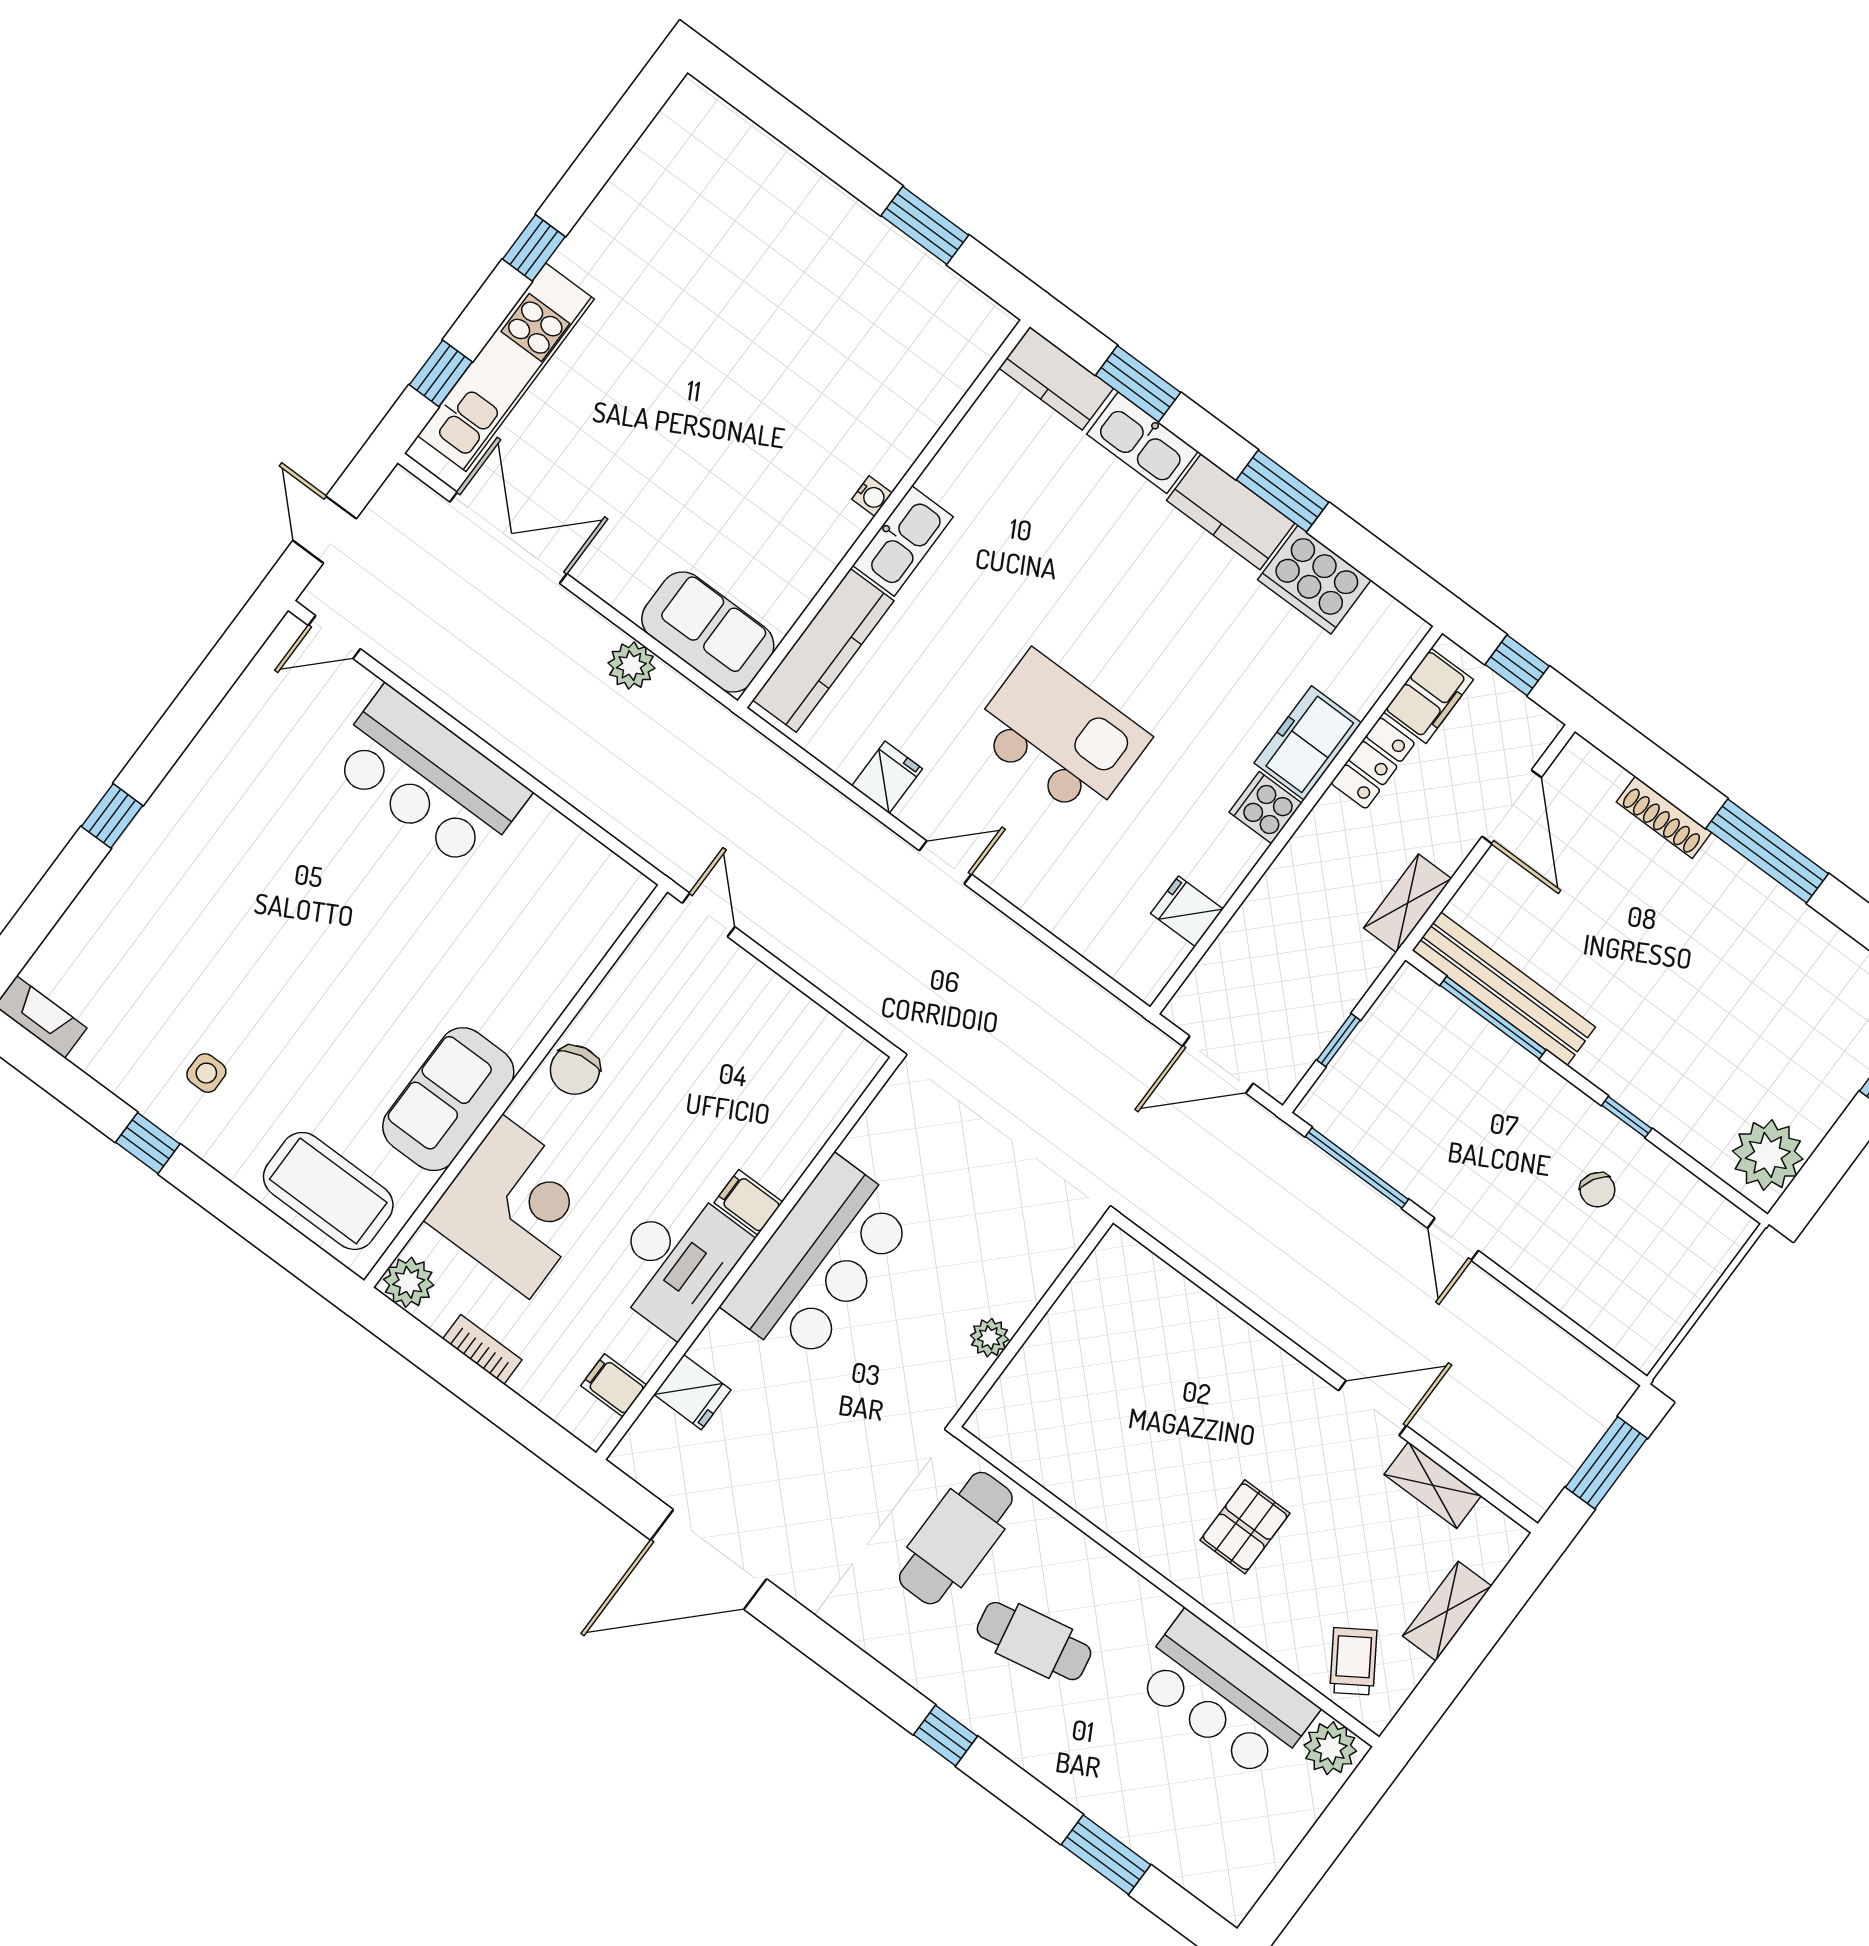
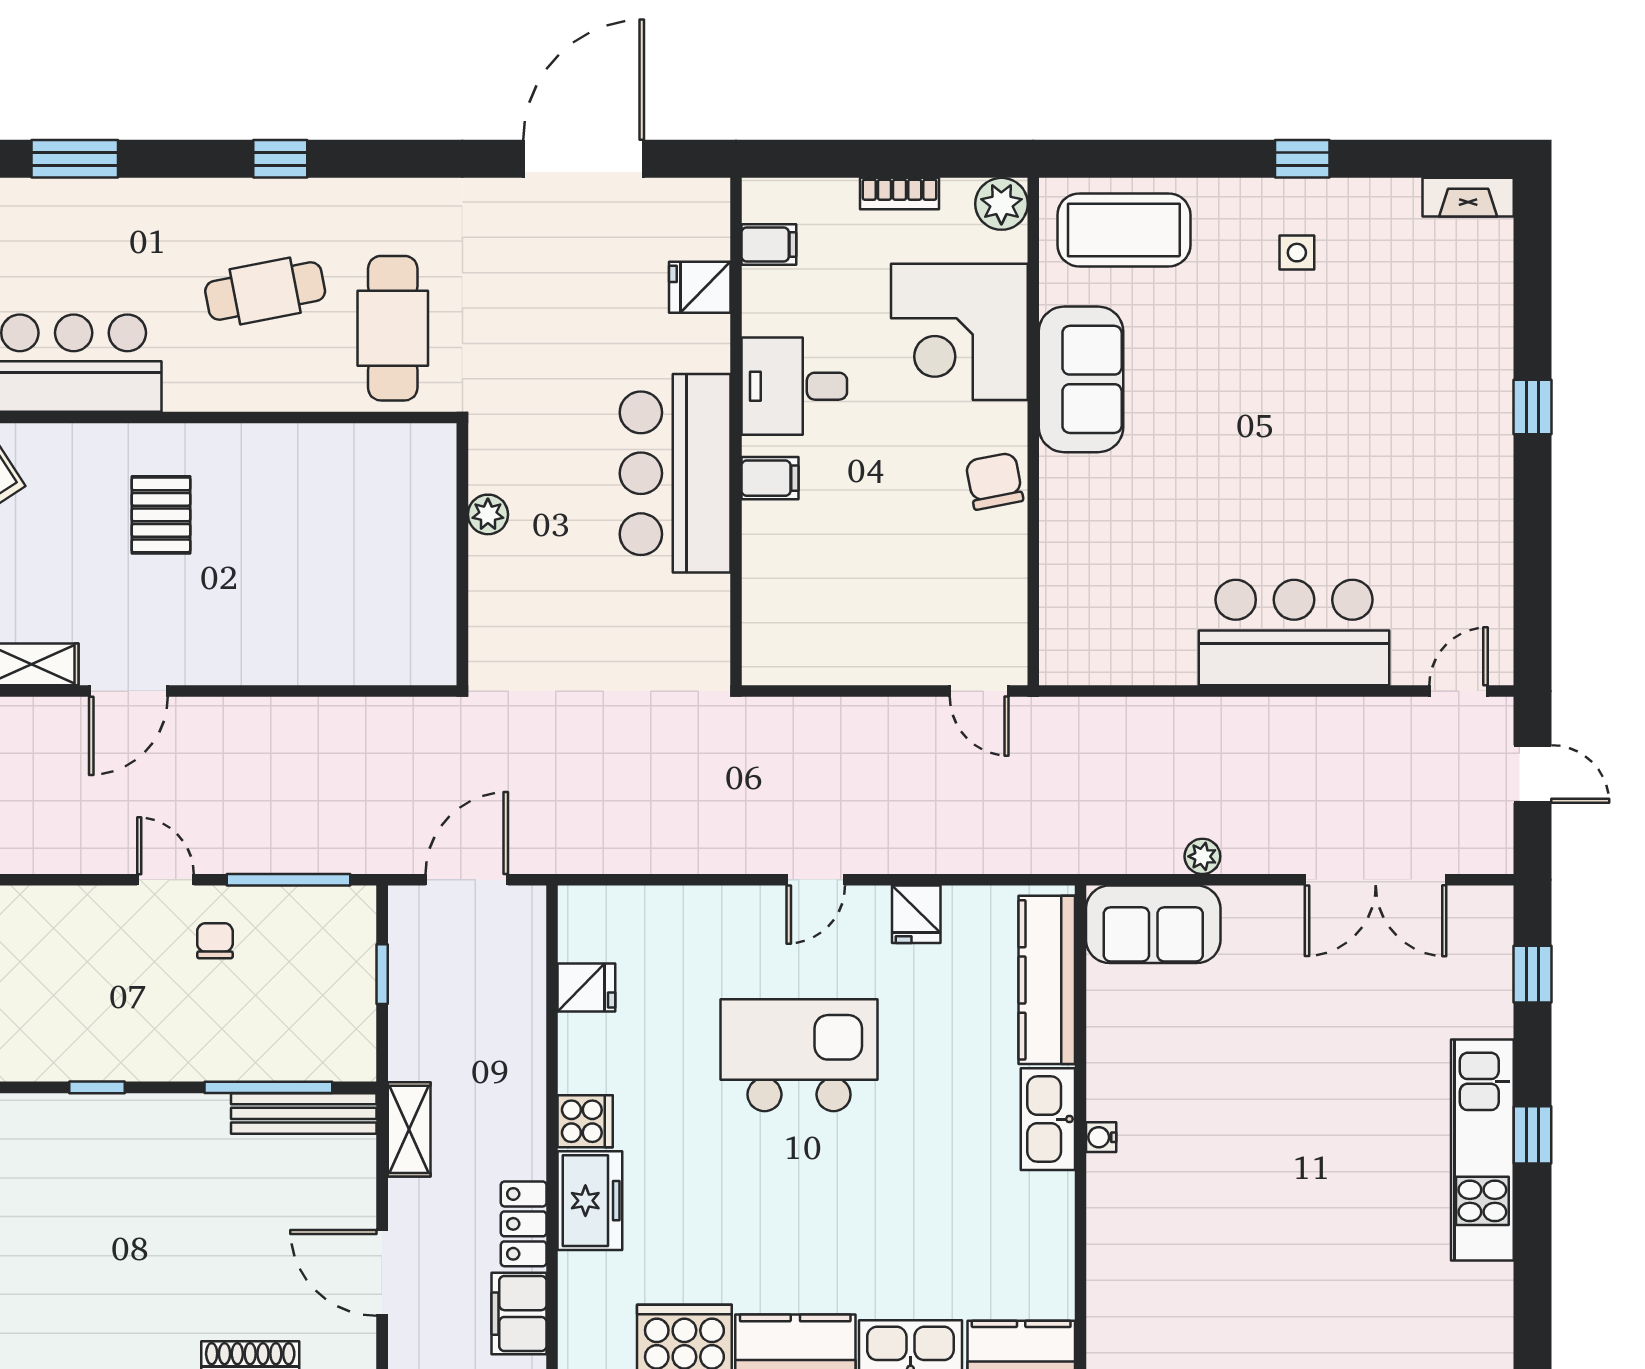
kitchen unit: (506, 367) -> (1482, 1150), moved
plant: (631, 666) -> (1202, 856), width x0.73, depth x0.73
kitchen island: (1060, 735) -> (799, 1055), turned 180
bench: (1504, 989) -> (304, 1113), width x0.73, depth x0.82
chair: (1597, 1190) -> (215, 941), moved, turned 59
desk: (676, 1260) -> (794, 386), width x0.73

